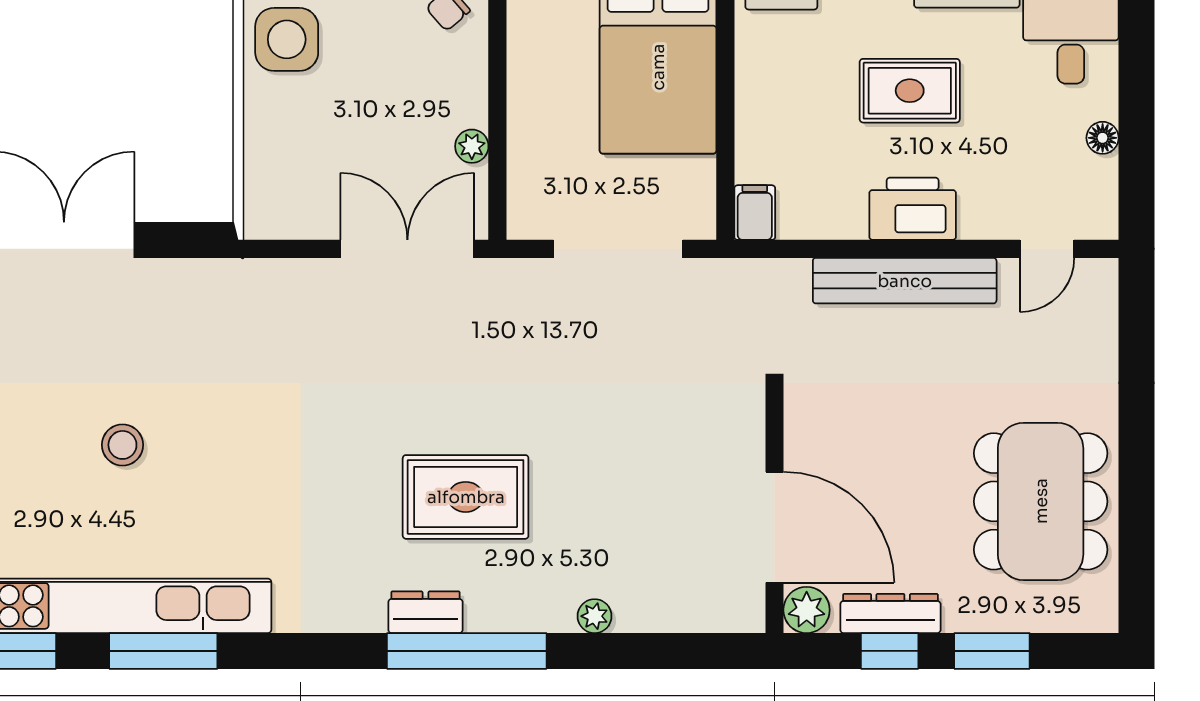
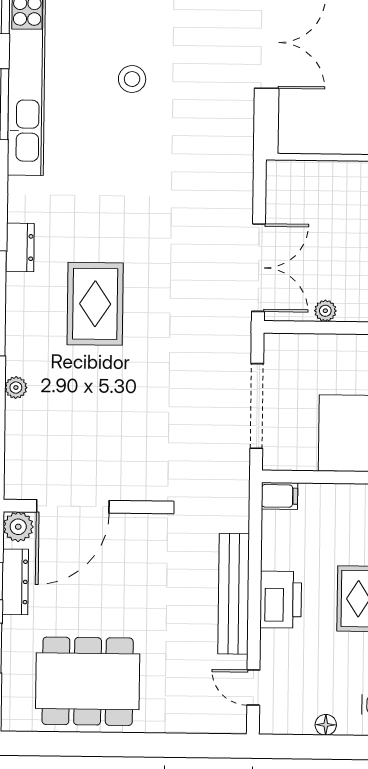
dresser: (425, 612) -> (20, 247), moved

